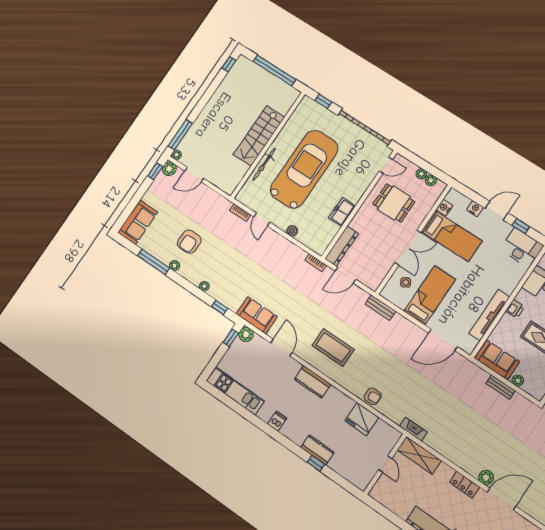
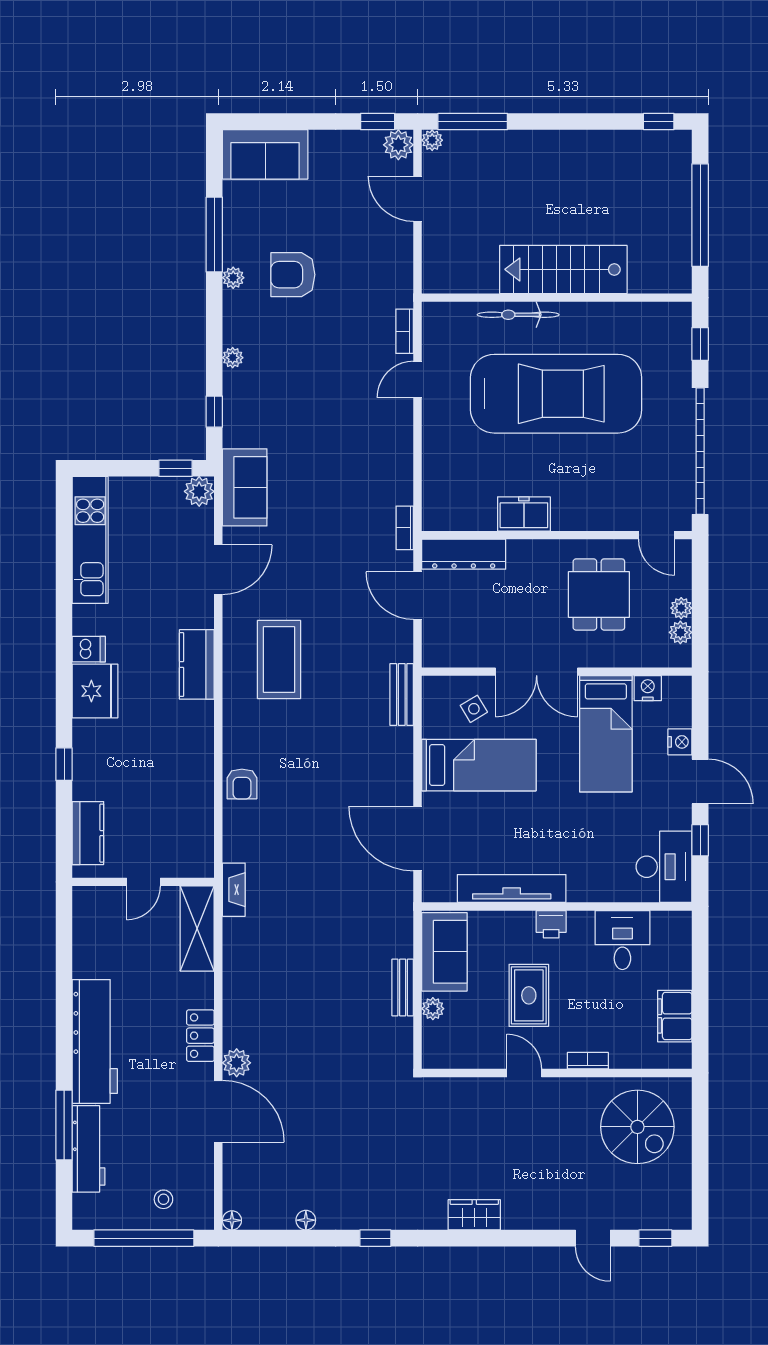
boiler: (292, 231) -> (433, 448), removed
fridge: (362, 419) -> (95, 691), moved, turned 180
kitchen counter: (317, 450) -> (88, 833), moved

